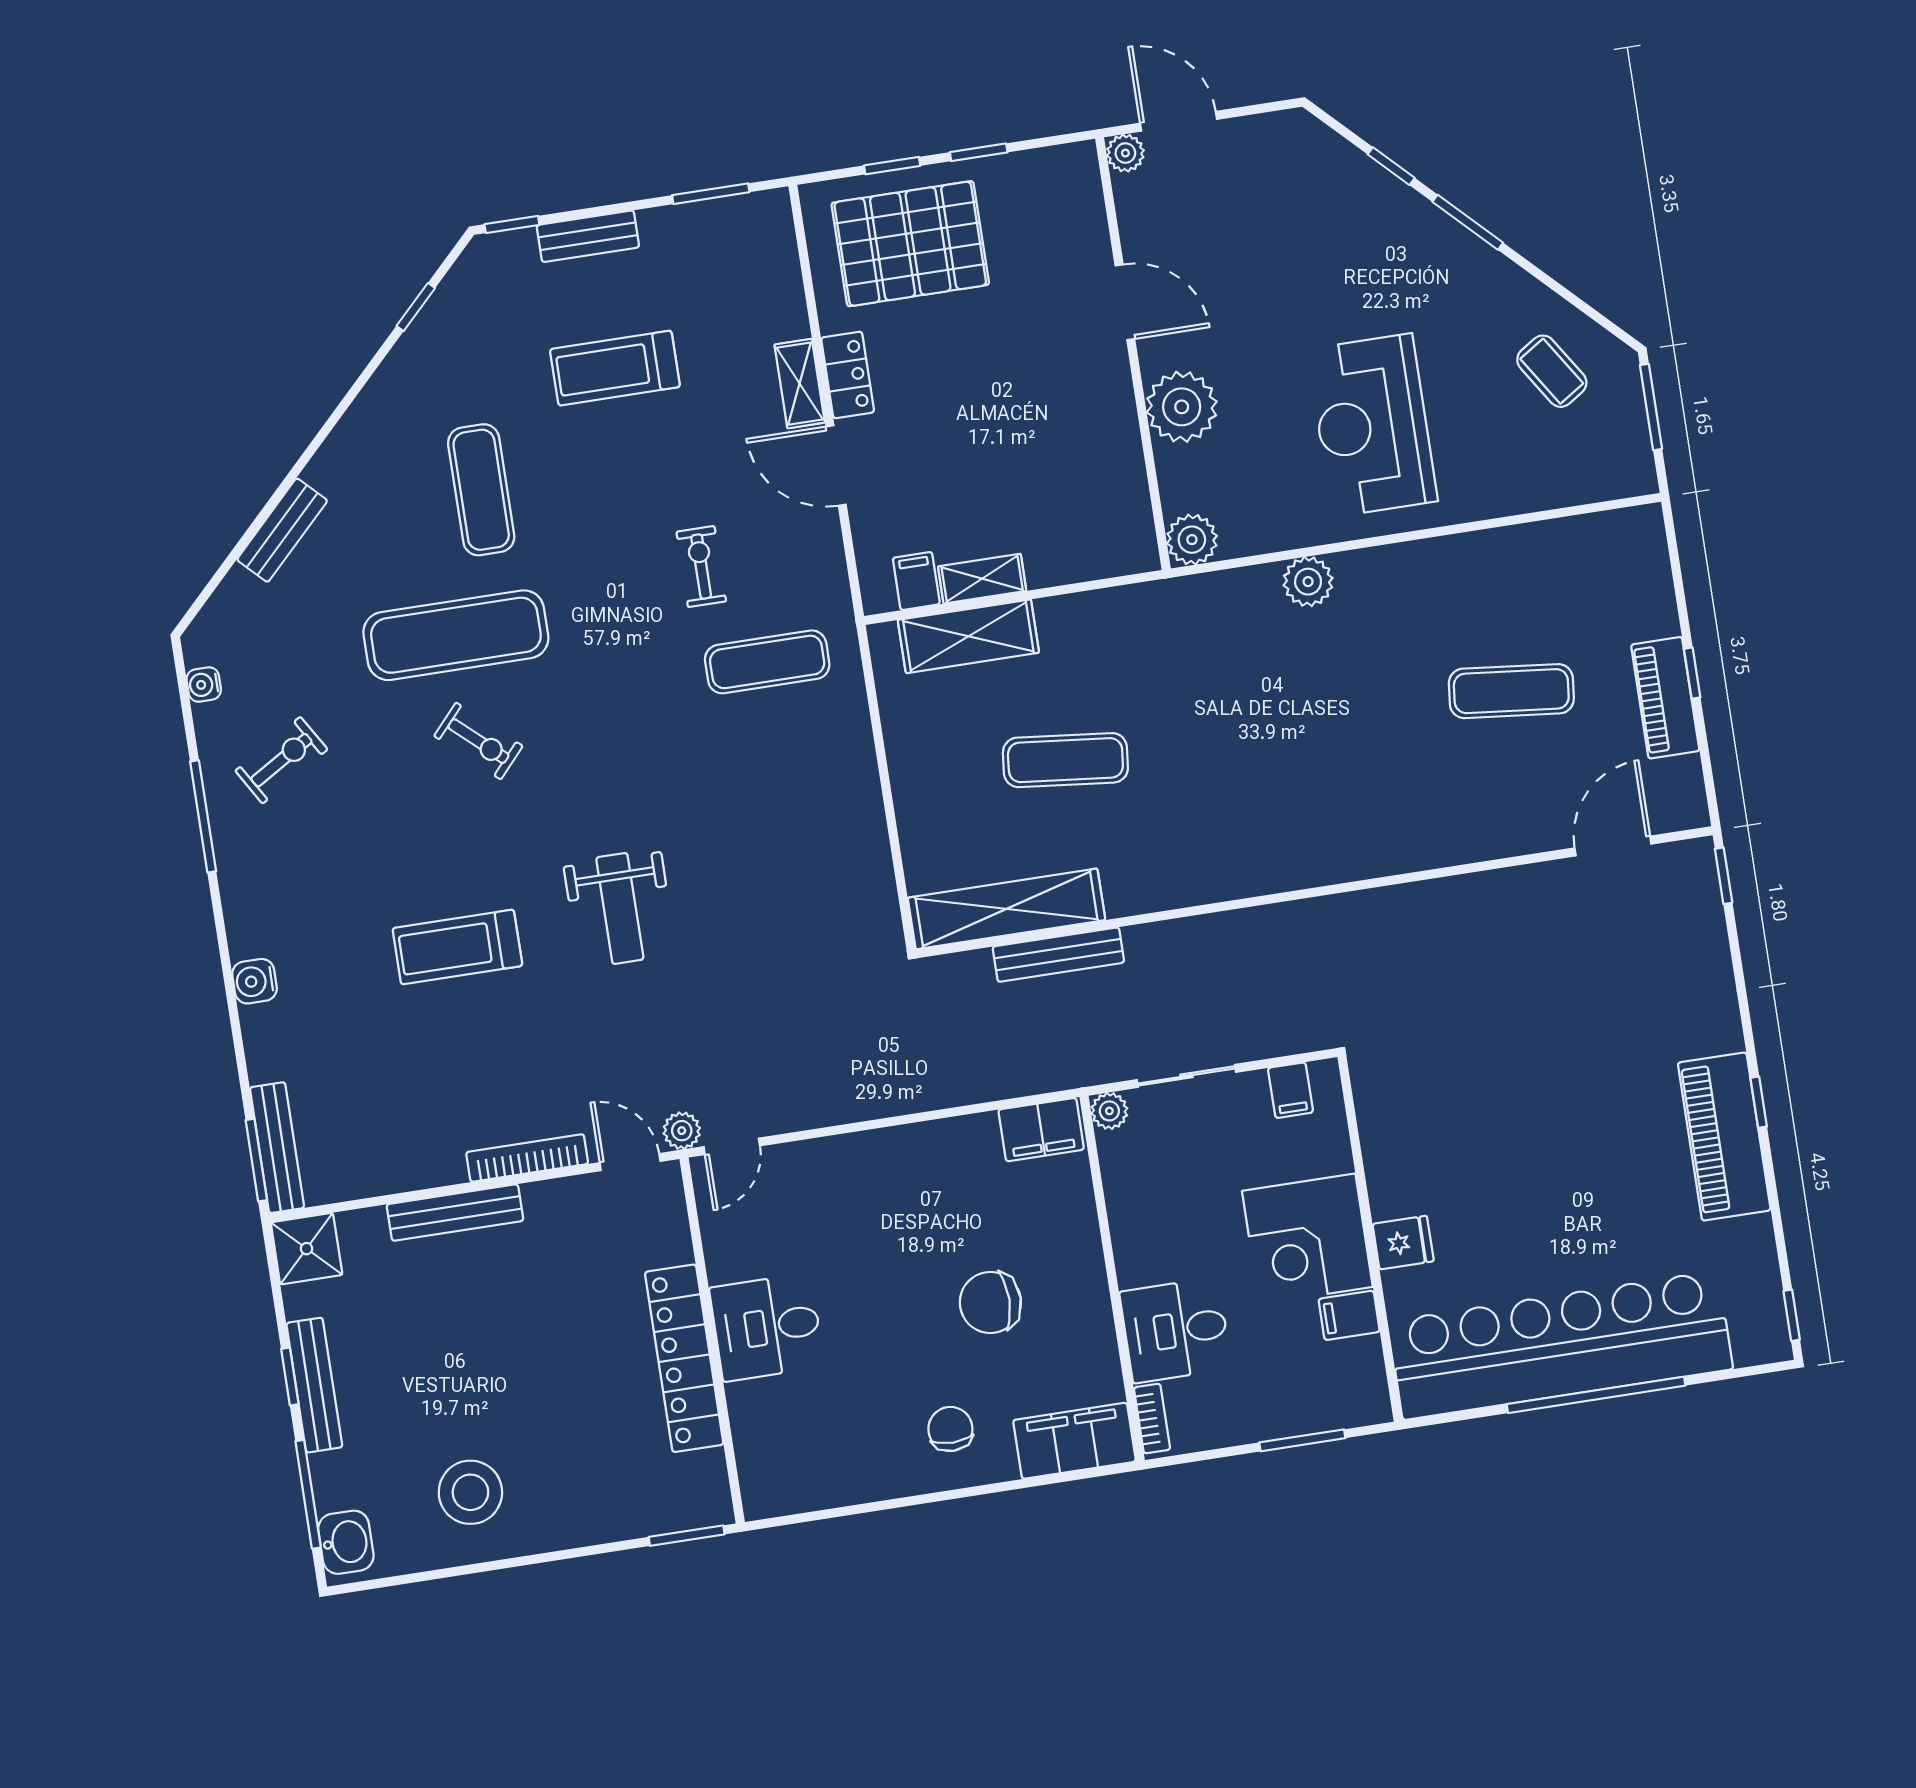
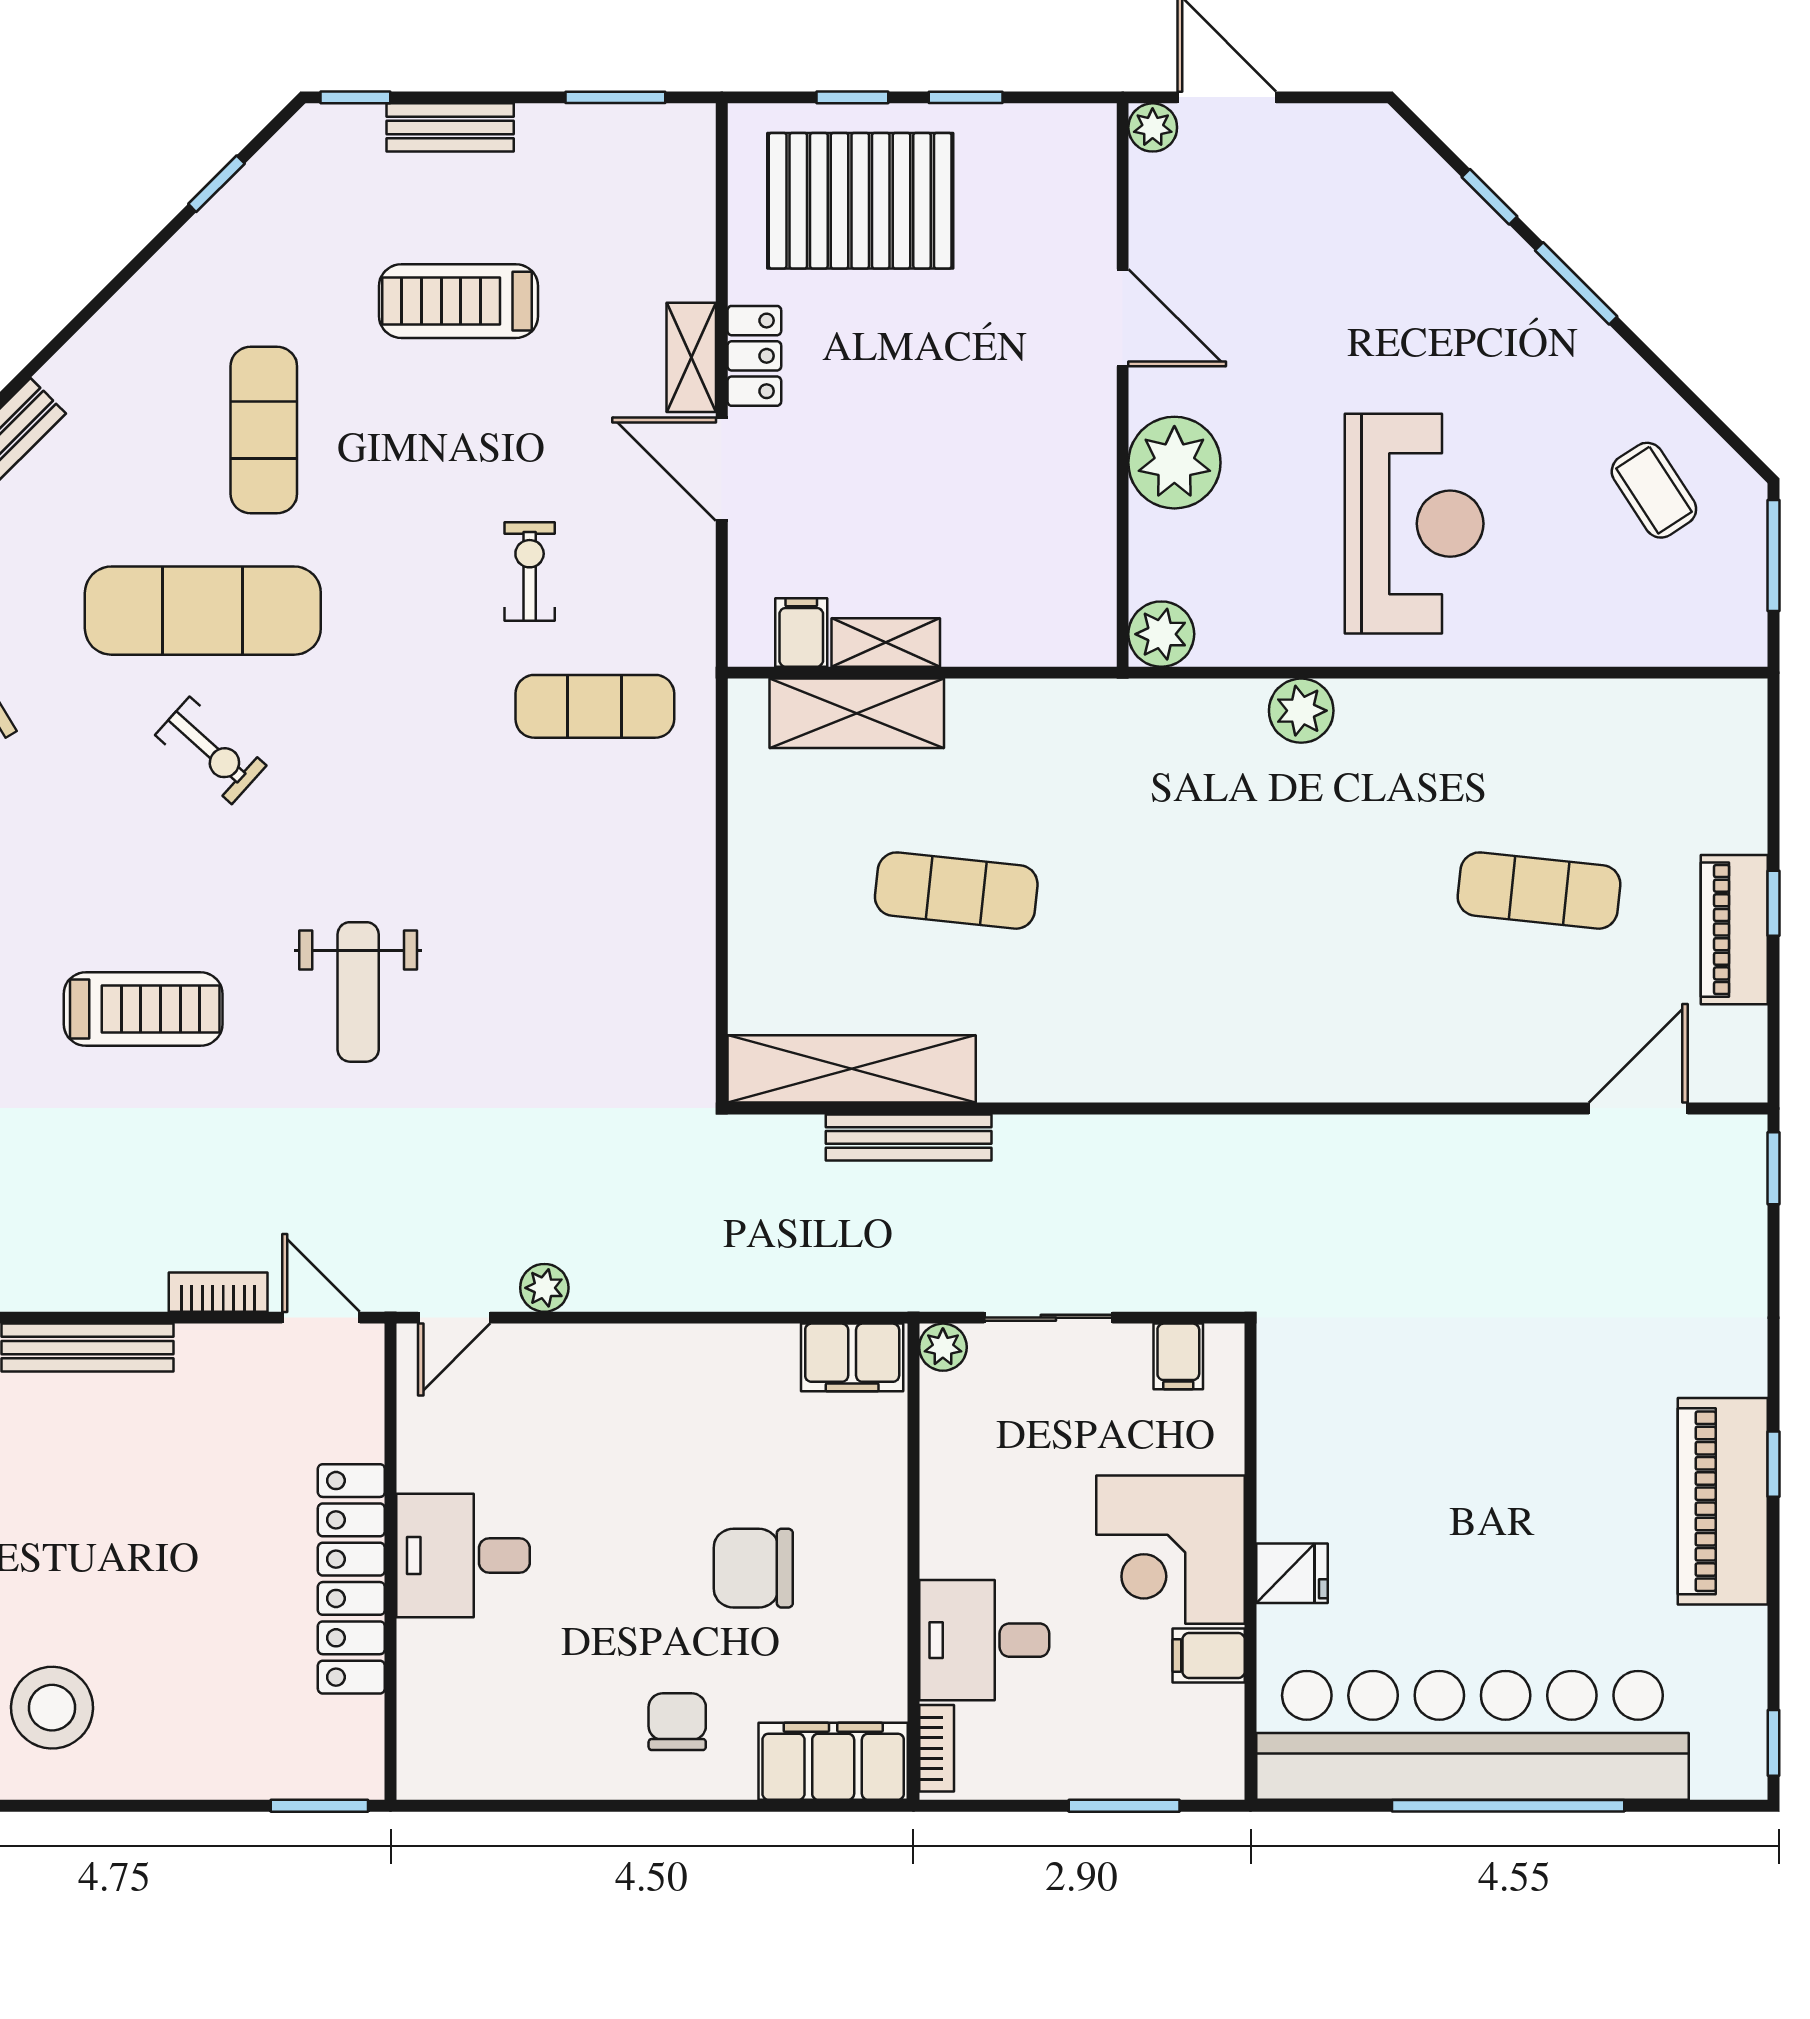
reception desk: (1372, 425) -> (1414, 524), turned 180
treadmill: (457, 947) -> (143, 1009), turned 180
plant: (682, 1131) -> (544, 1288), moved
bookcase: (527, 1158) -> (218, 1292), width x0.64

